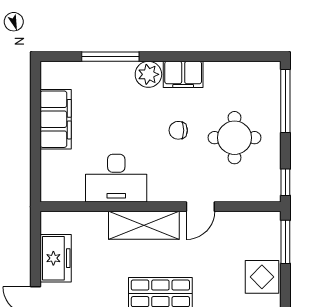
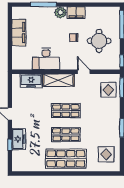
door: (200, 207) -> (84, 72), swing flipped
freezer: (56, 258) -> (31, 81), moved, turned 90
display table: (262, 277) -> (108, 90), moved

